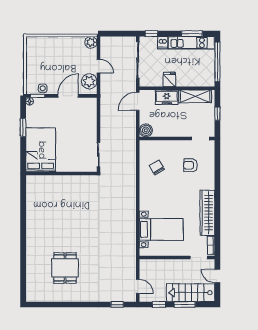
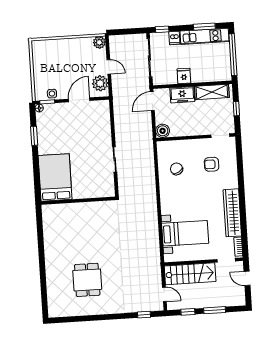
bed: (41, 150) -> (55, 177), moved
wall: (61, 173) -> (78, 201), moved
stairs: (191, 293) -> (190, 274), moved, turned 180

